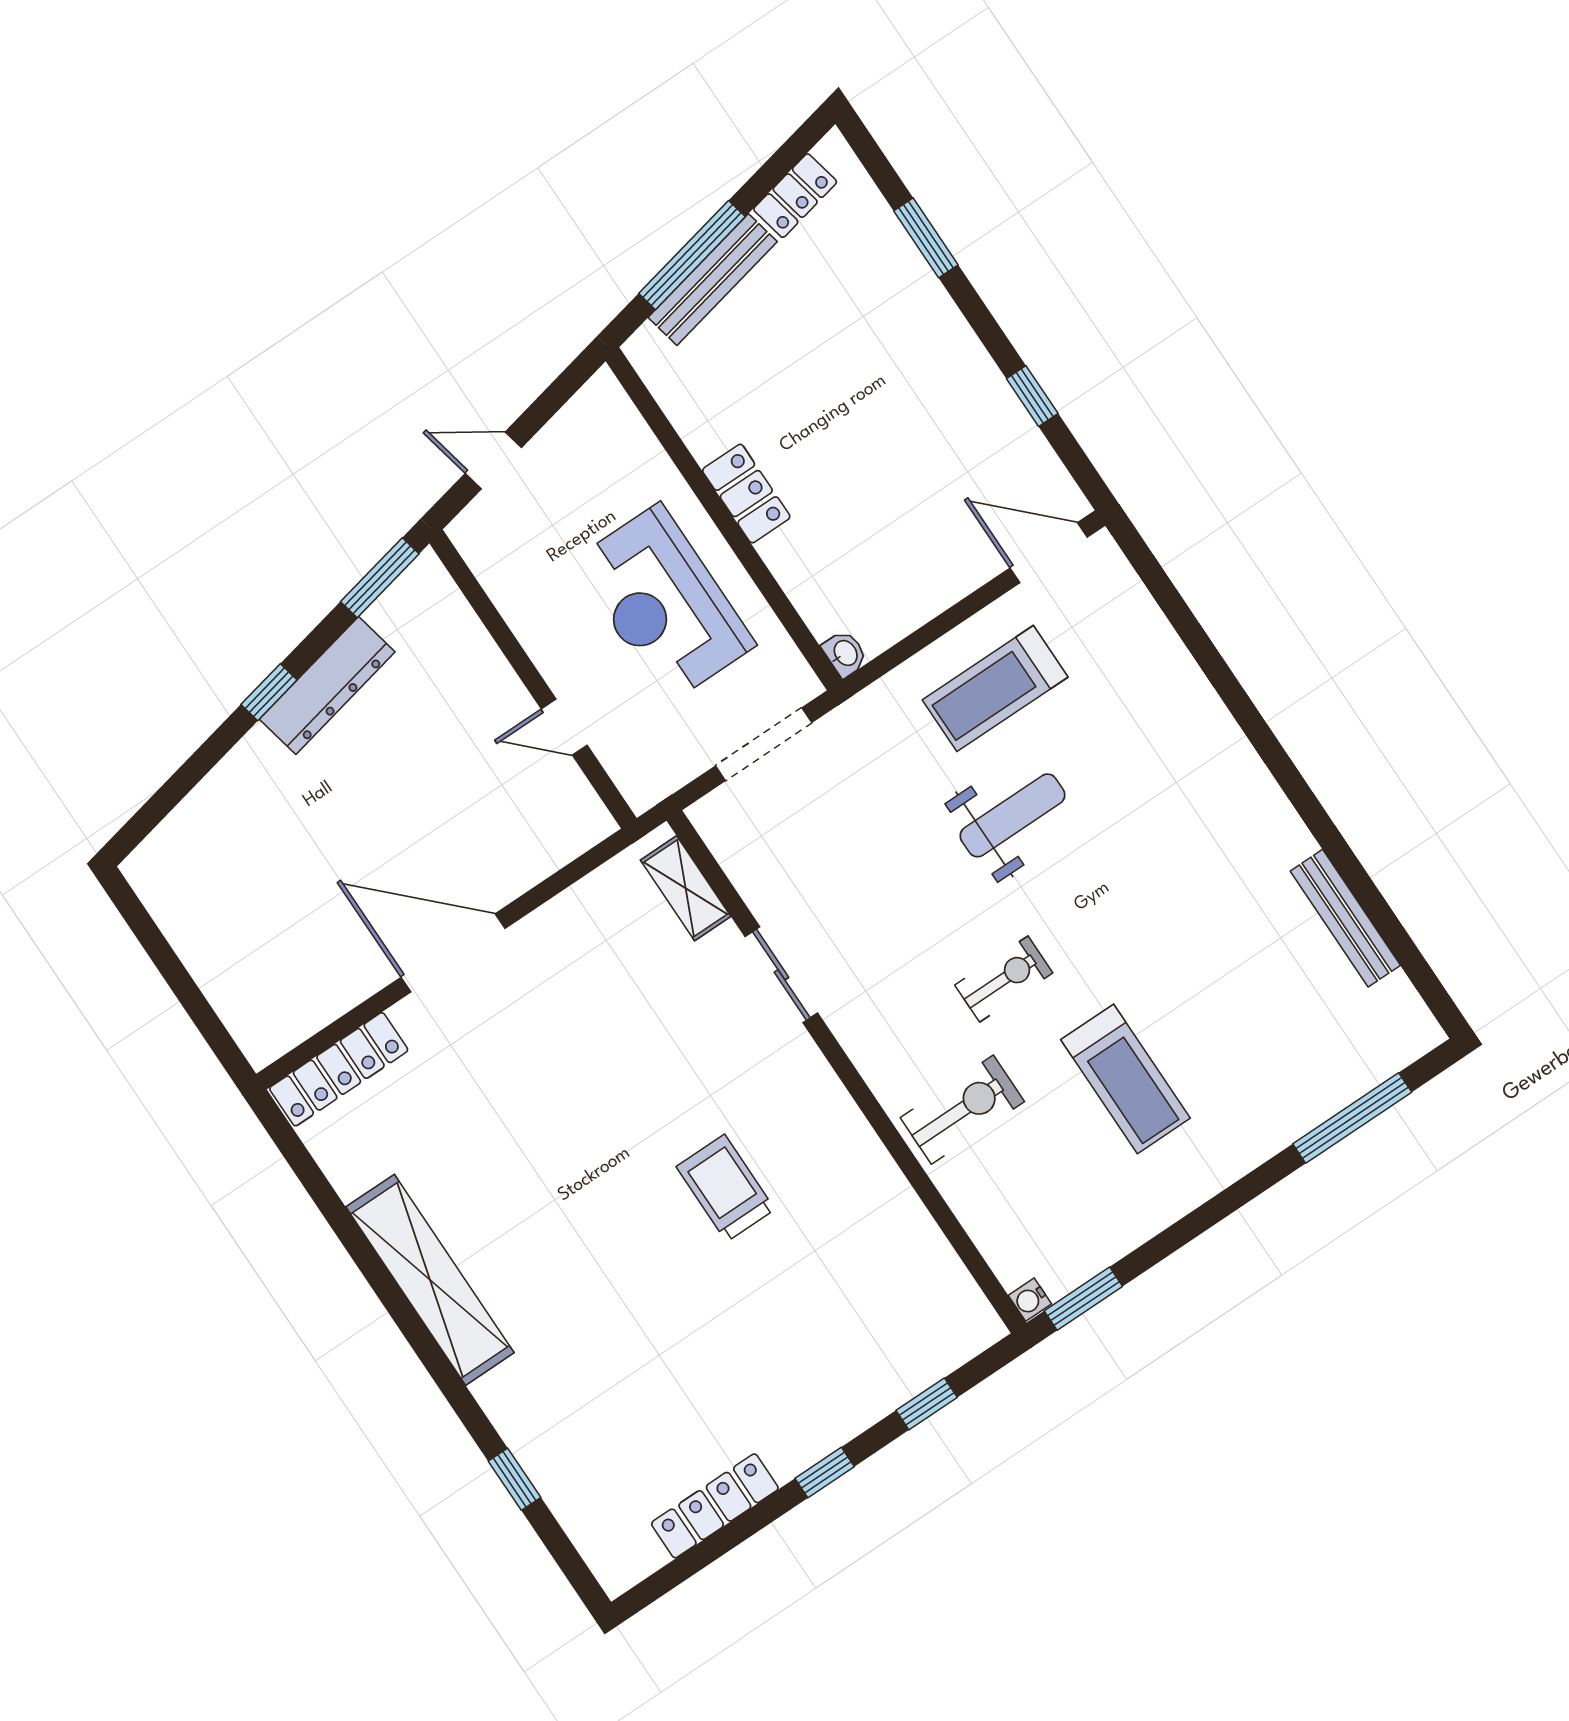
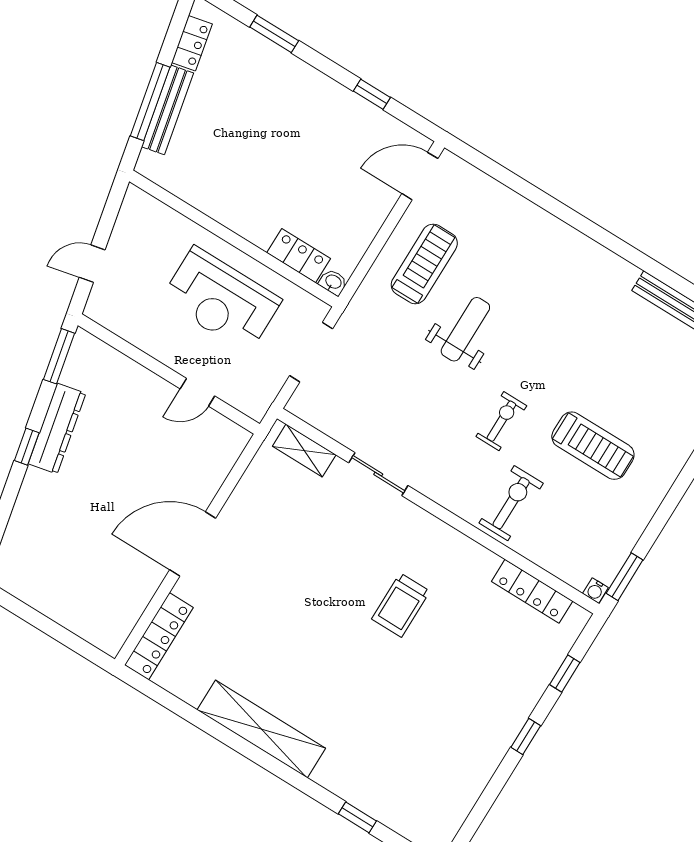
locker: (746, 494) -> (299, 256), moved
treadmill: (995, 688) -> (424, 264), turned 180
trolley: (726, 1188) -> (401, 605), turned -90
locker: (715, 1506) -> (532, 591), moved, turned -90

